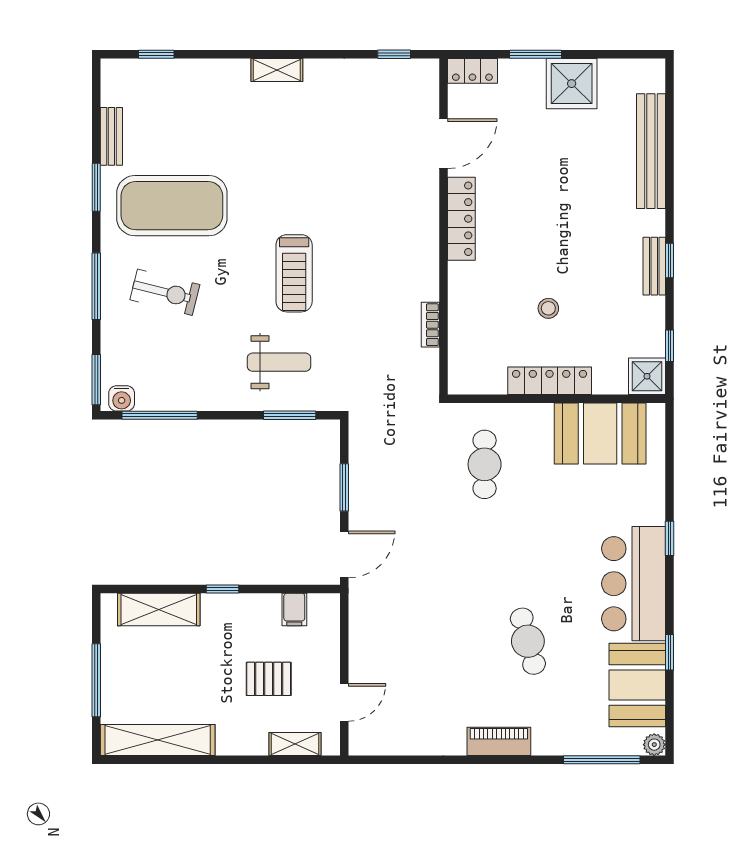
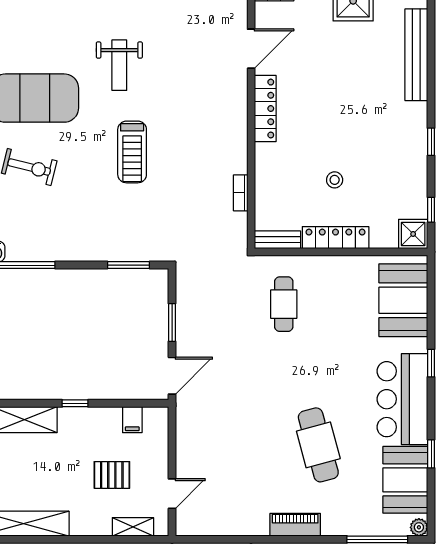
bench: (654, 266) -> (277, 240), moved, turned 90
weight bench: (279, 362) -> (119, 65), moved, turned 90
booth: (600, 434) -> (403, 300), moved, turned 90
cafe table: (528, 641) -> (318, 445), width x1.37, depth x1.35

